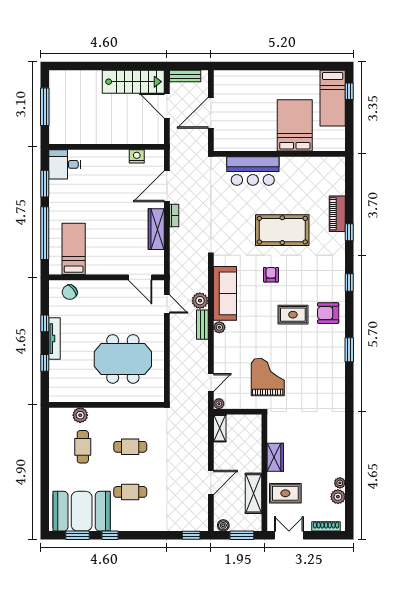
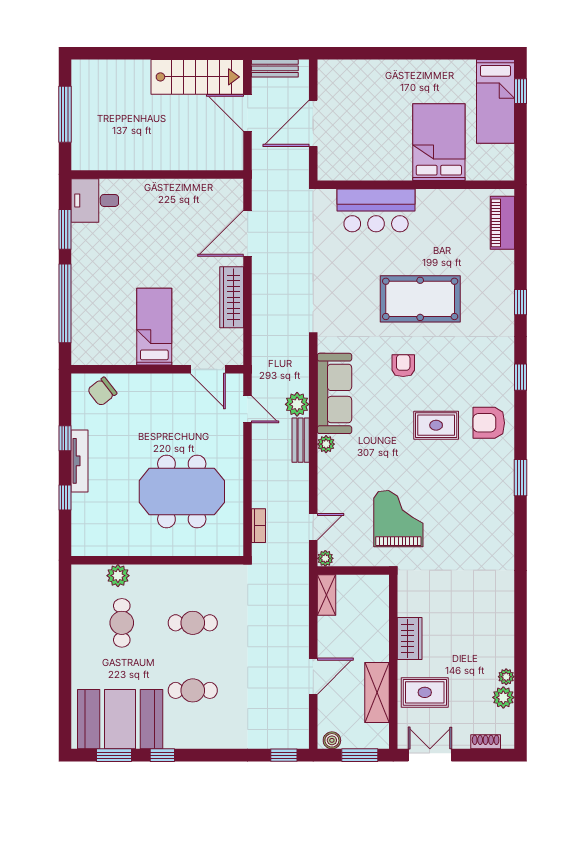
nightstand: (137, 156) -> (202, 189), removed
piano: (337, 214) -> (502, 223), moved
bookcase: (174, 216) -> (258, 526), moved
bed: (74, 249) -> (154, 327), moved
shoe rack: (326, 526) -> (486, 742), width x0.70

